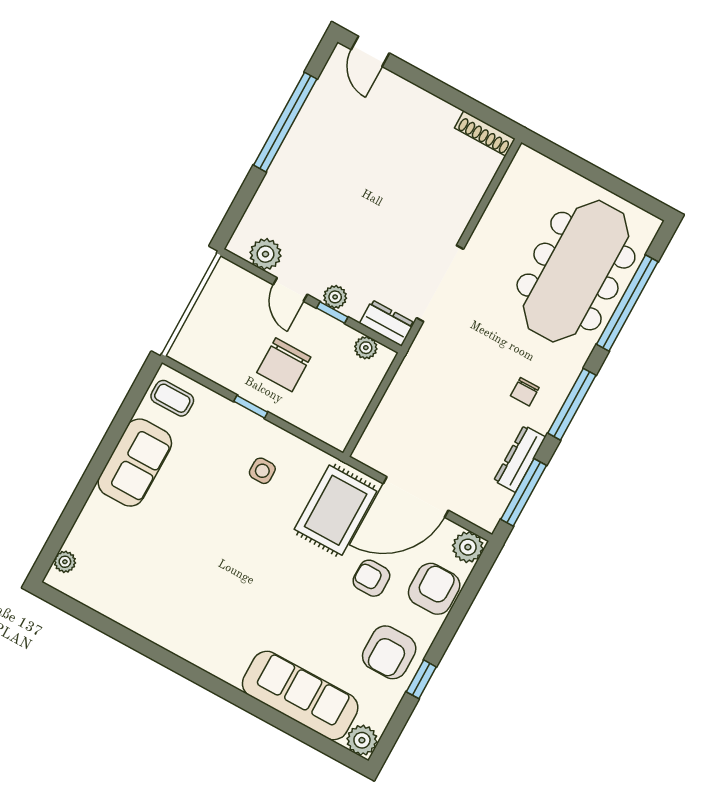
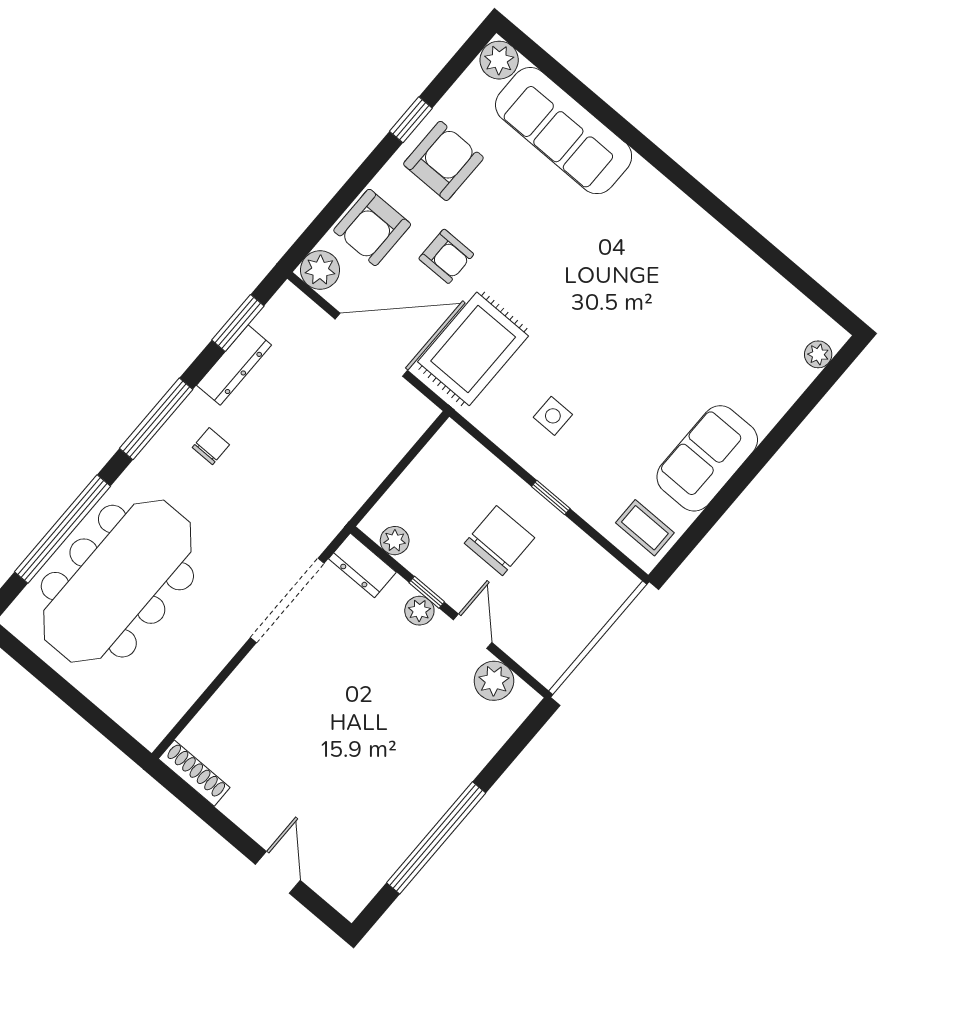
door: (370, 51) -> (278, 872), moved
window: (524, 492) -> (238, 323), width x0.69

